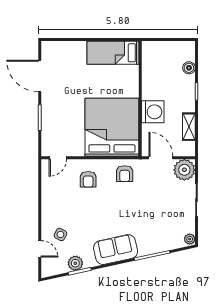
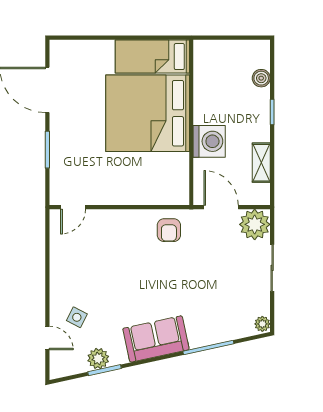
bed: (112, 127) -> (148, 113), moved, turned -90
armchair: (88, 179) -> (117, 238), removed

